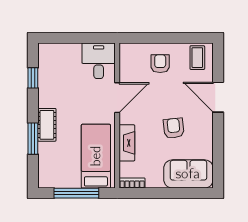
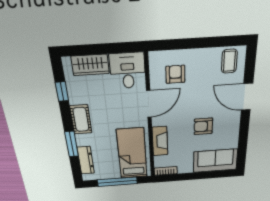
wardrobe: (64, 53) -> (90, 65), added
armchair: (160, 64) -> (175, 74), moved
cot: (47, 125) -> (81, 119), moved
armchair: (174, 128) -> (203, 126), turned -84
dresser: (45, 161) -> (86, 160), added

